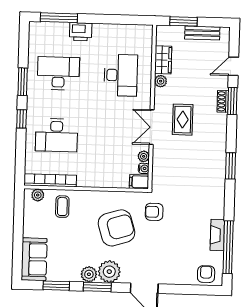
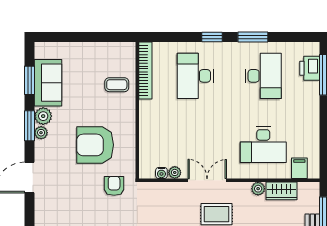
printer: (81, 32) -> (310, 68), moved
filing cabinet: (139, 182) -> (299, 168), moved
plant: (38, 195) -> (129, 57), removed
armchair: (116, 228) -> (95, 145), turned 107
sofa: (34, 259) -> (48, 83), moved, turned -90
plant: (109, 272) -> (41, 133), width x0.53, depth x0.53

